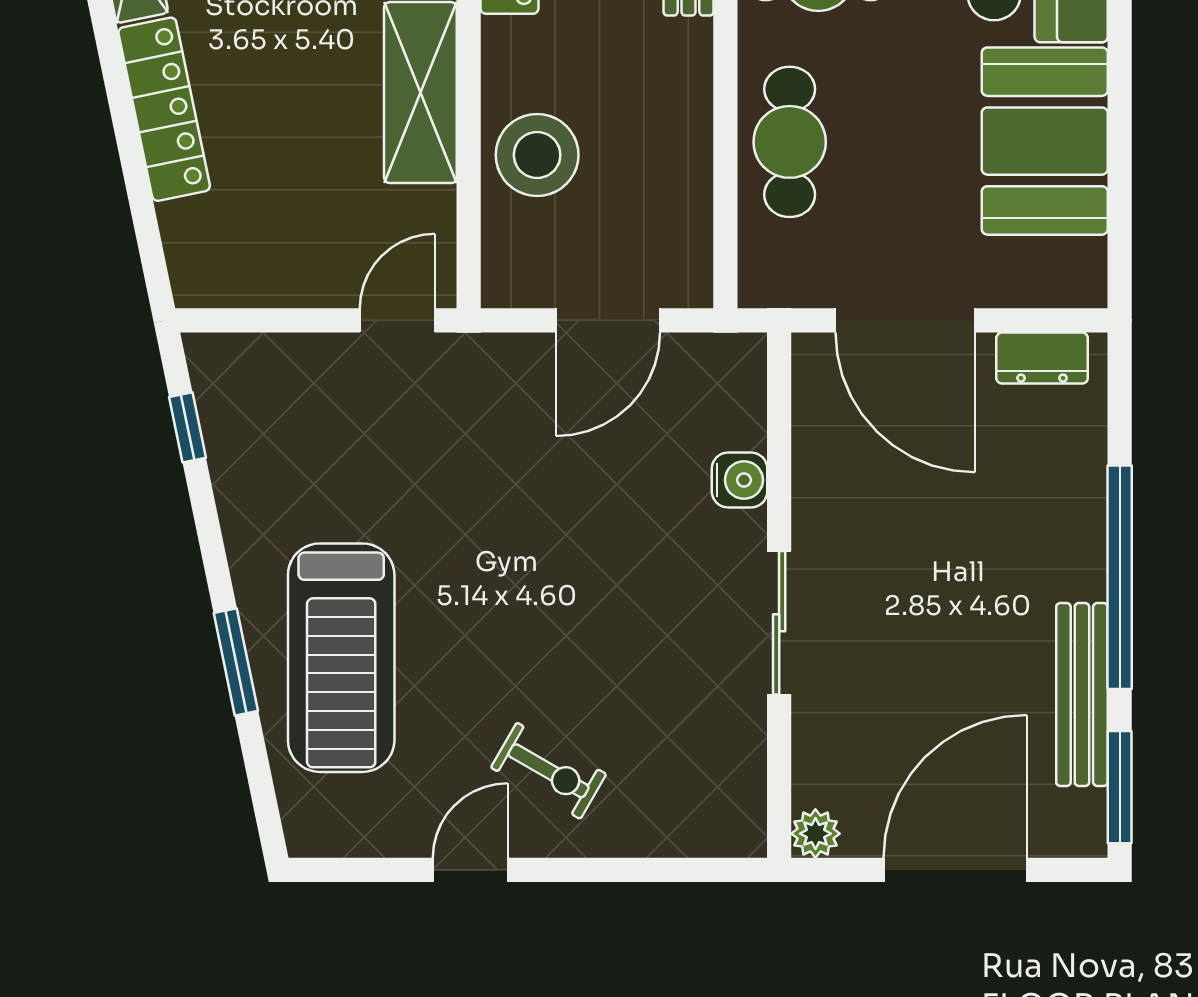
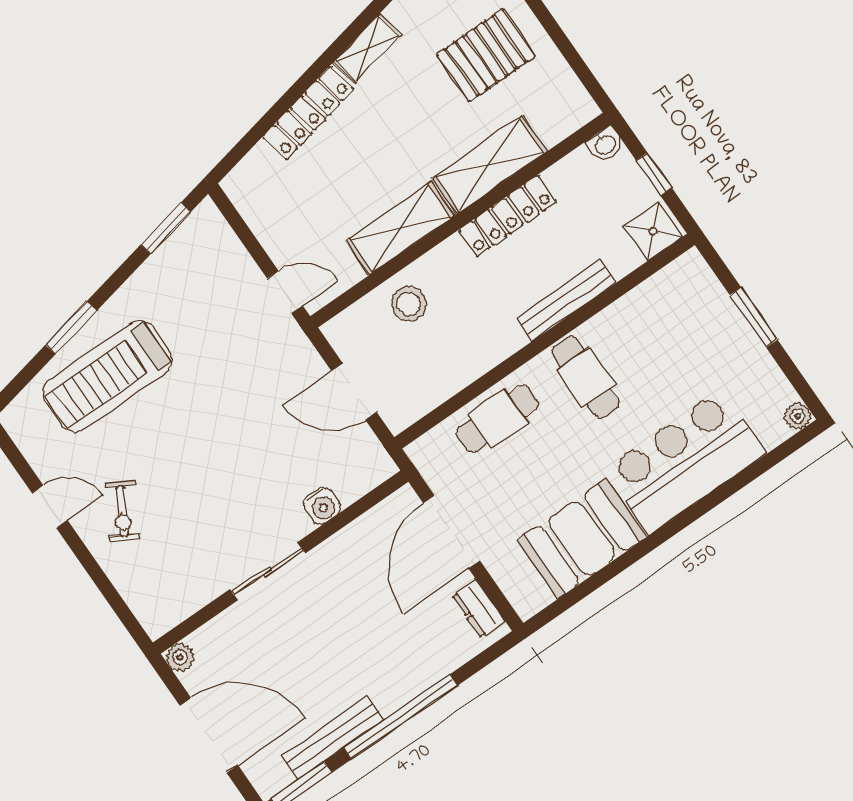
stool: (537, 155) -> (409, 304), width x0.73, depth x0.73
window: (188, 427) -> (166, 228), width x1.50

